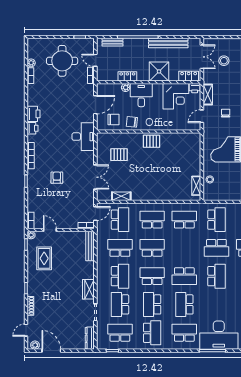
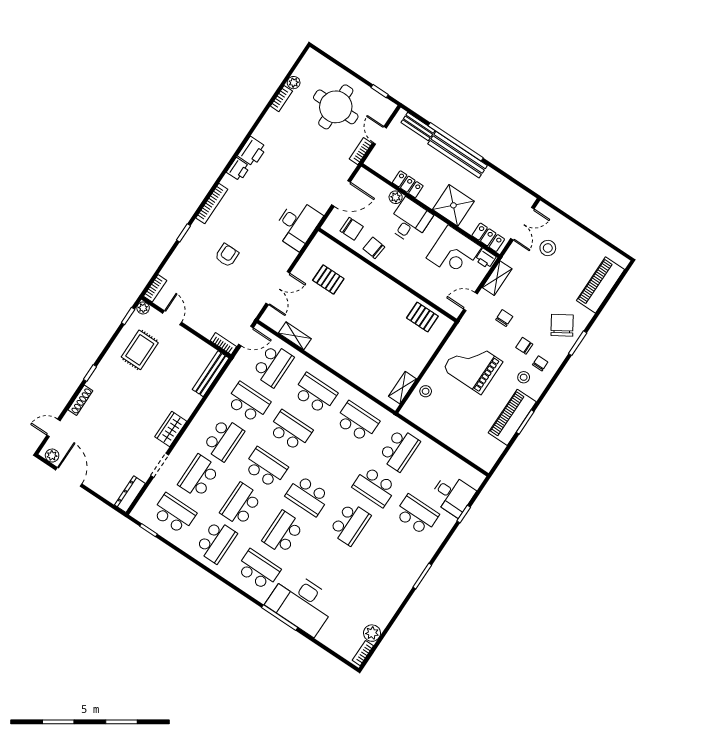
bench: (168, 43) -> (458, 155), moved
pallet: (151, 141) -> (422, 317), moved

